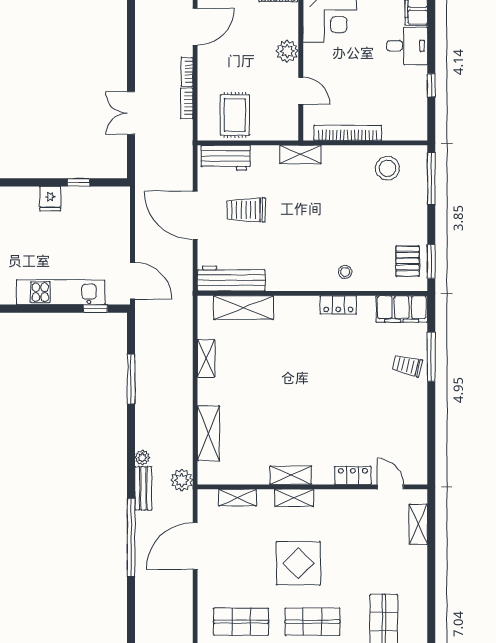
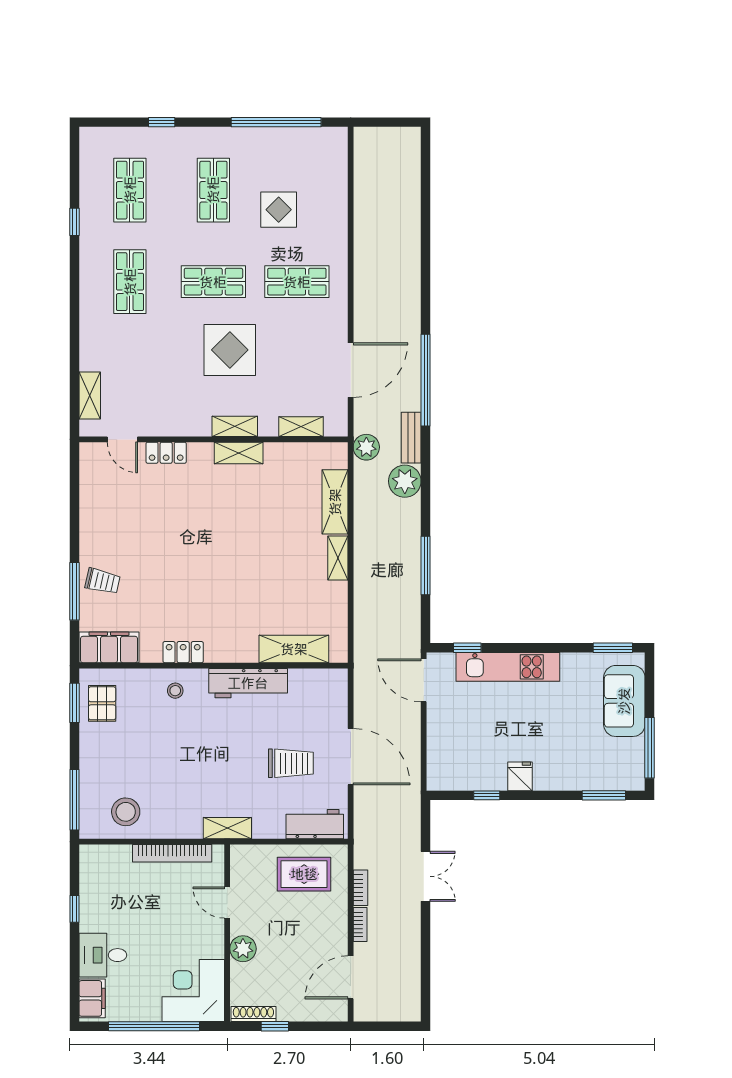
rug: (235, 115) -> (304, 874), turned 90
workbench: (231, 278) -> (248, 683), moved
shelving: (206, 358) -> (338, 558), moved
plant: (142, 458) -> (405, 481), width x1.88, depth x1.88

